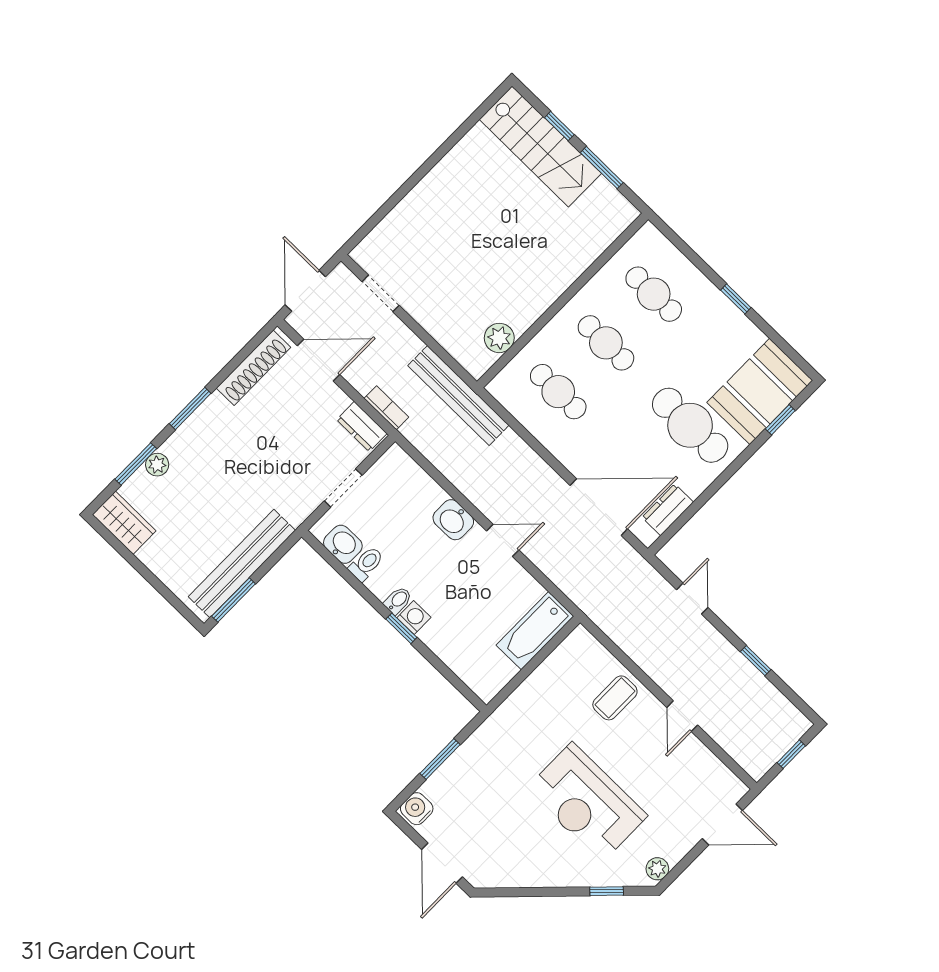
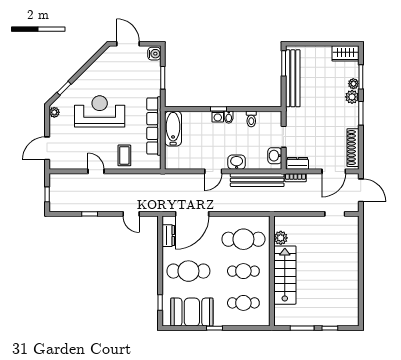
stairs: (540, 146) -> (285, 275), moved, turned 90
booth: (760, 391) -> (192, 312), moved, turned 90
cafe table: (558, 392) -> (243, 239), width x1.37, depth x1.35
bench: (458, 395) -> (257, 180), moved
plant: (179, 447) -> (352, 97), added
washbasin: (343, 544) -> (275, 156), moved, turned 90
bathtub: (535, 631) -> (173, 128), moved
row of seats: (526, 699) -> (154, 126), added

